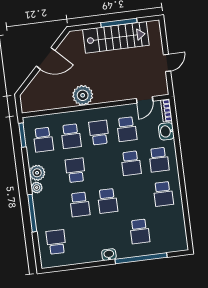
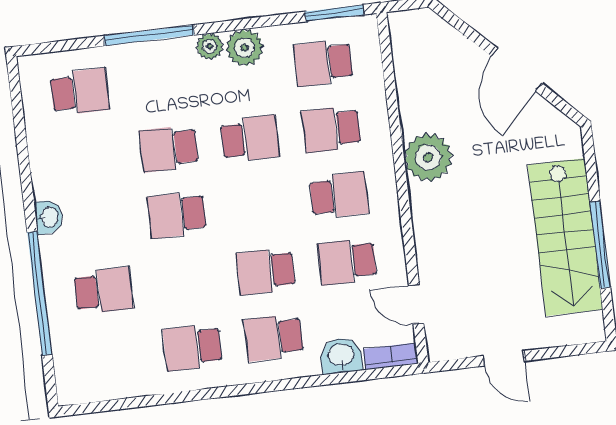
school desk: (140, 231) -> (103, 291), turned 180

